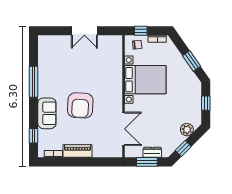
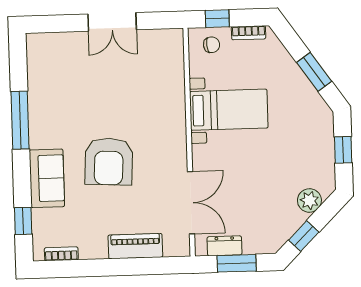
bed with nightstands: (145, 80) -> (229, 110), width x0.73
piano: (78, 151) -> (135, 246), moved
dresser: (152, 152) -> (224, 246), moved

